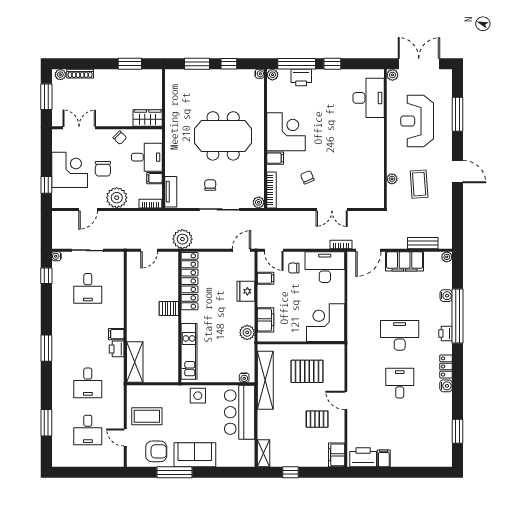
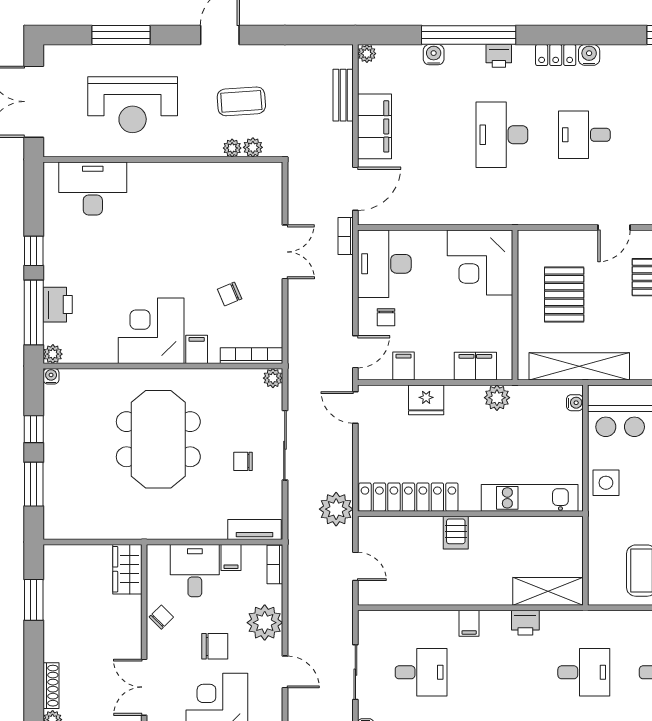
plant: (392, 75) -> (253, 147), moved
door: (368, 250) -> (355, 189), hinge flipped
filing cabinet: (116, 334) -> (469, 623), moved

